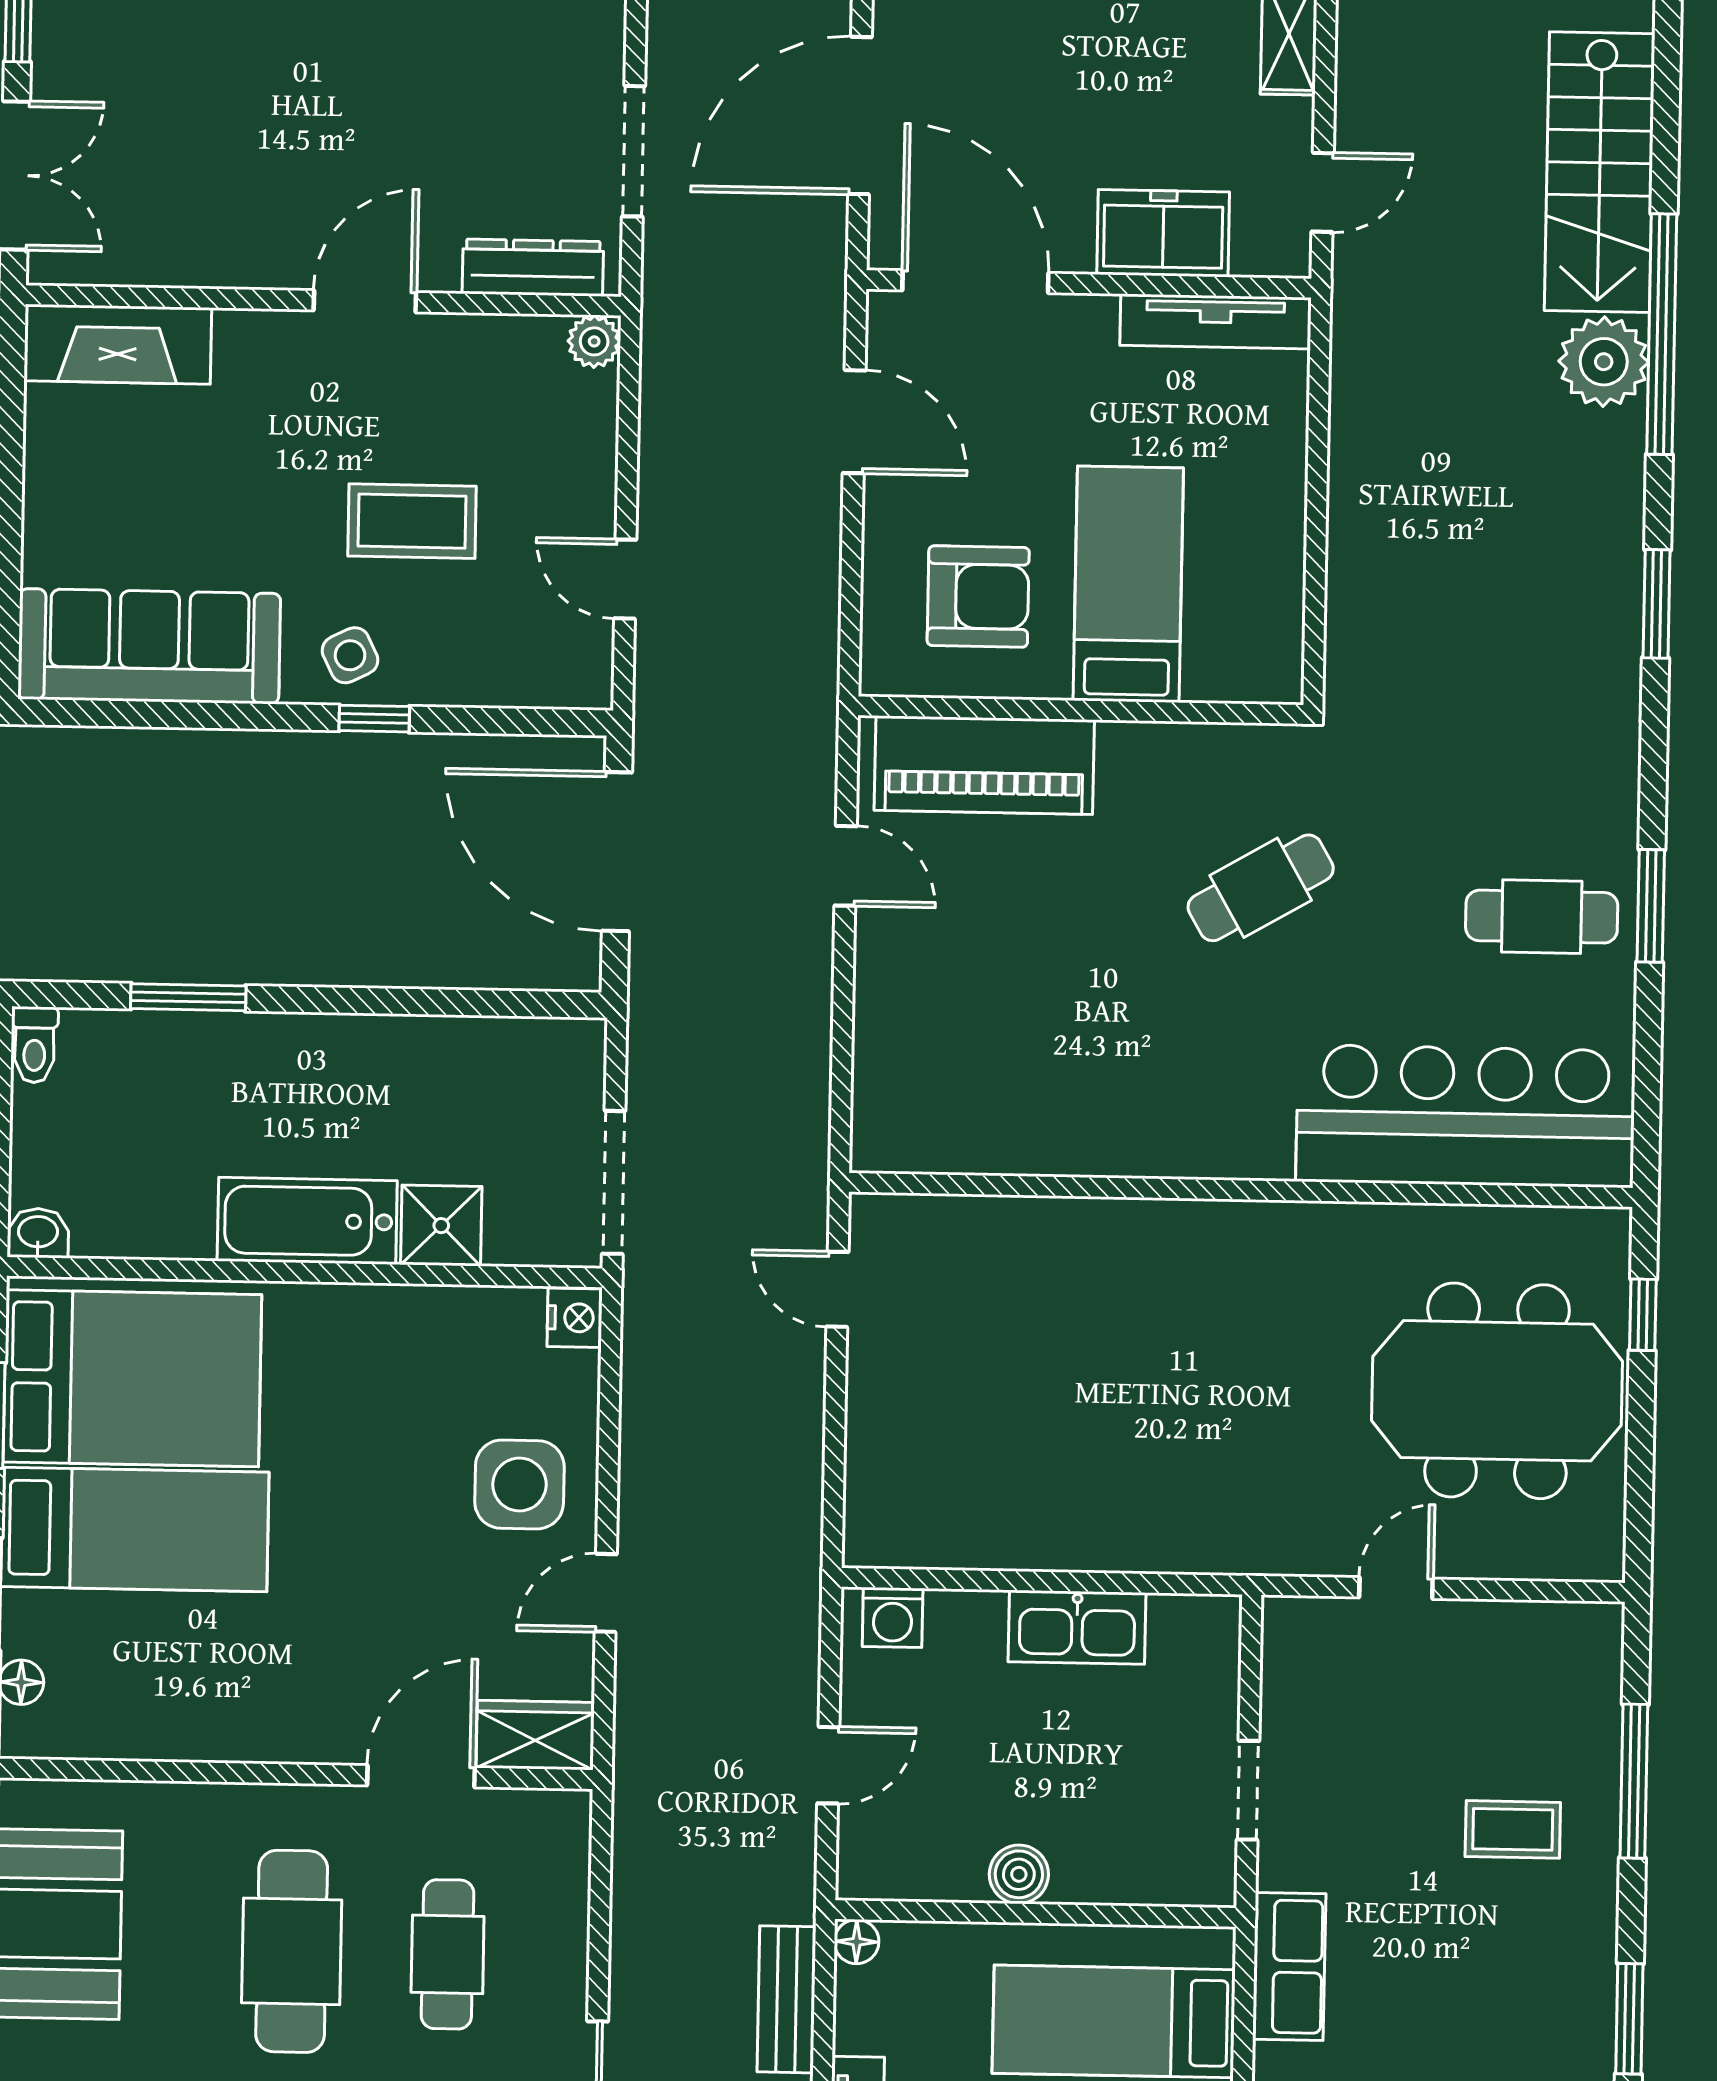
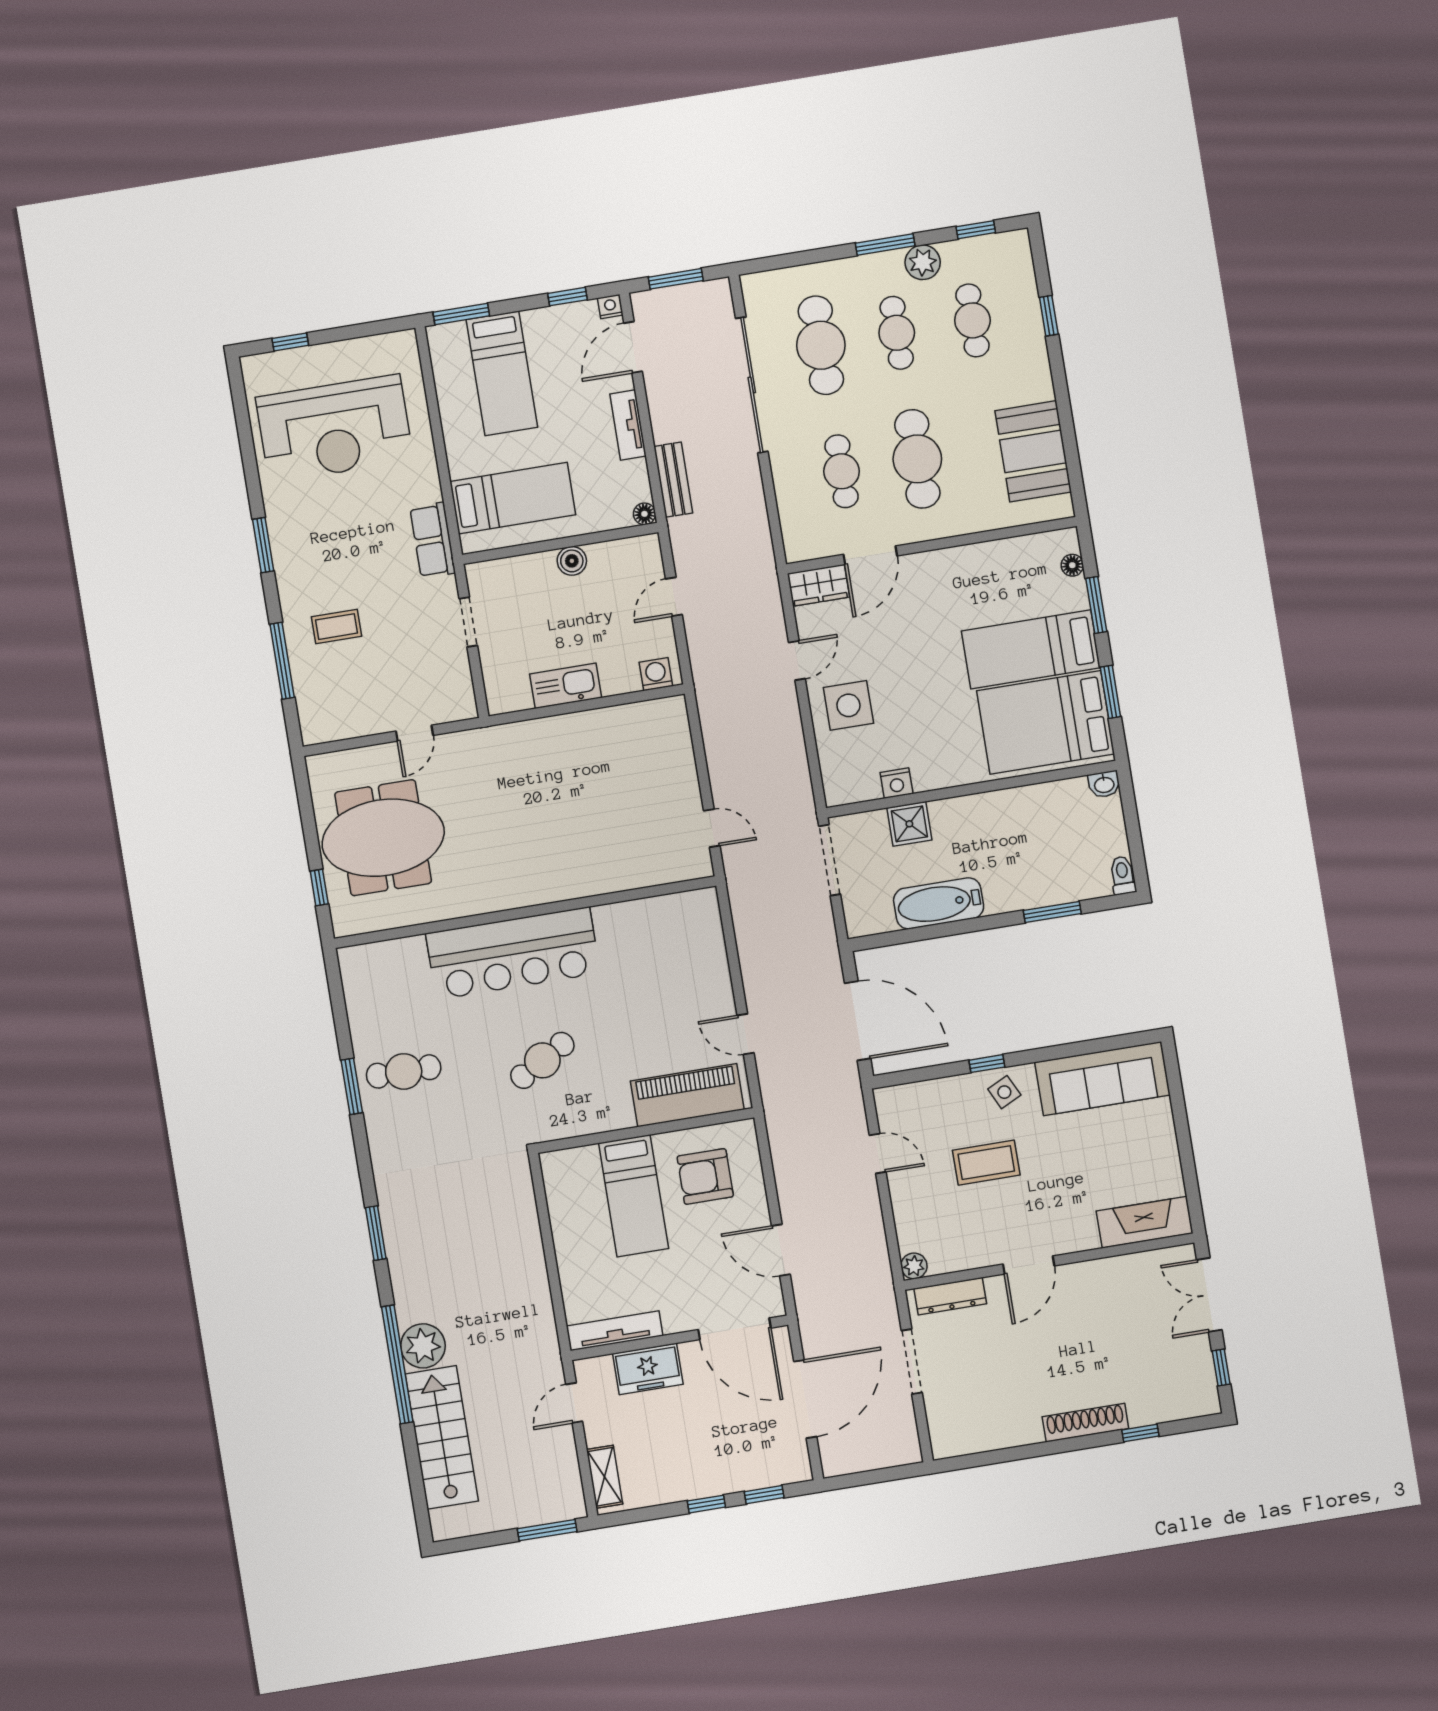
bar counter: (1466, 1116) -> (513, 953), moved
bathtub: (307, 1221) -> (939, 903), moved, turned 180
nightstand: (575, 1318) -> (897, 783), moved, turned -90

